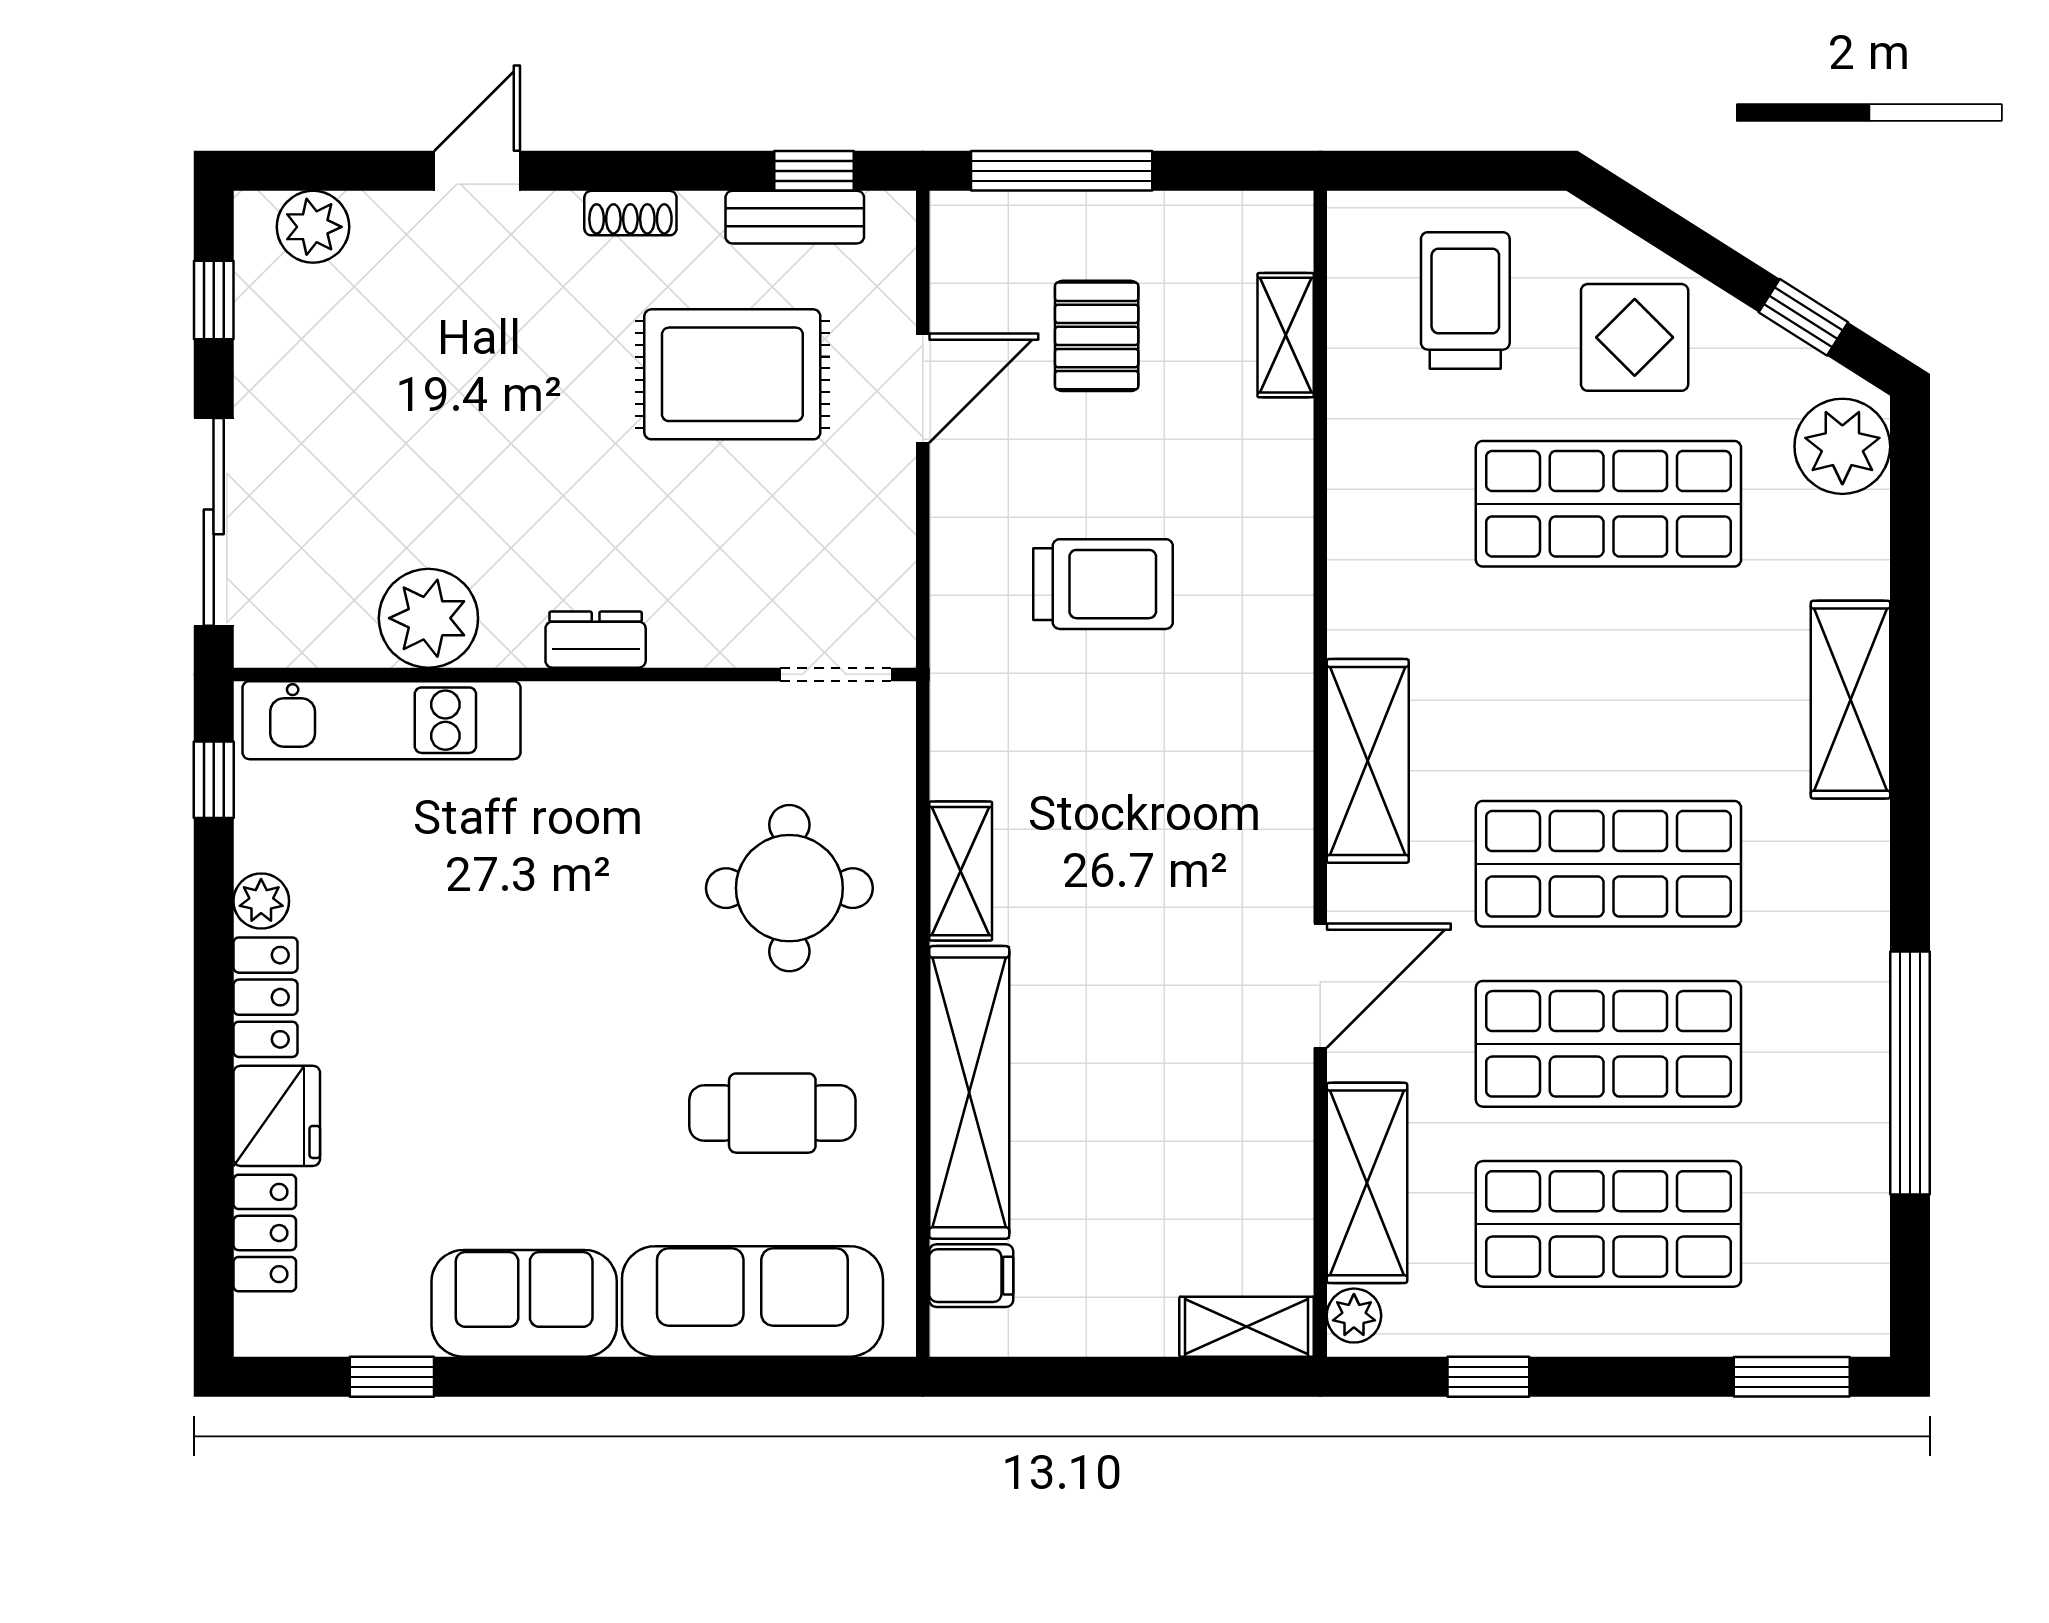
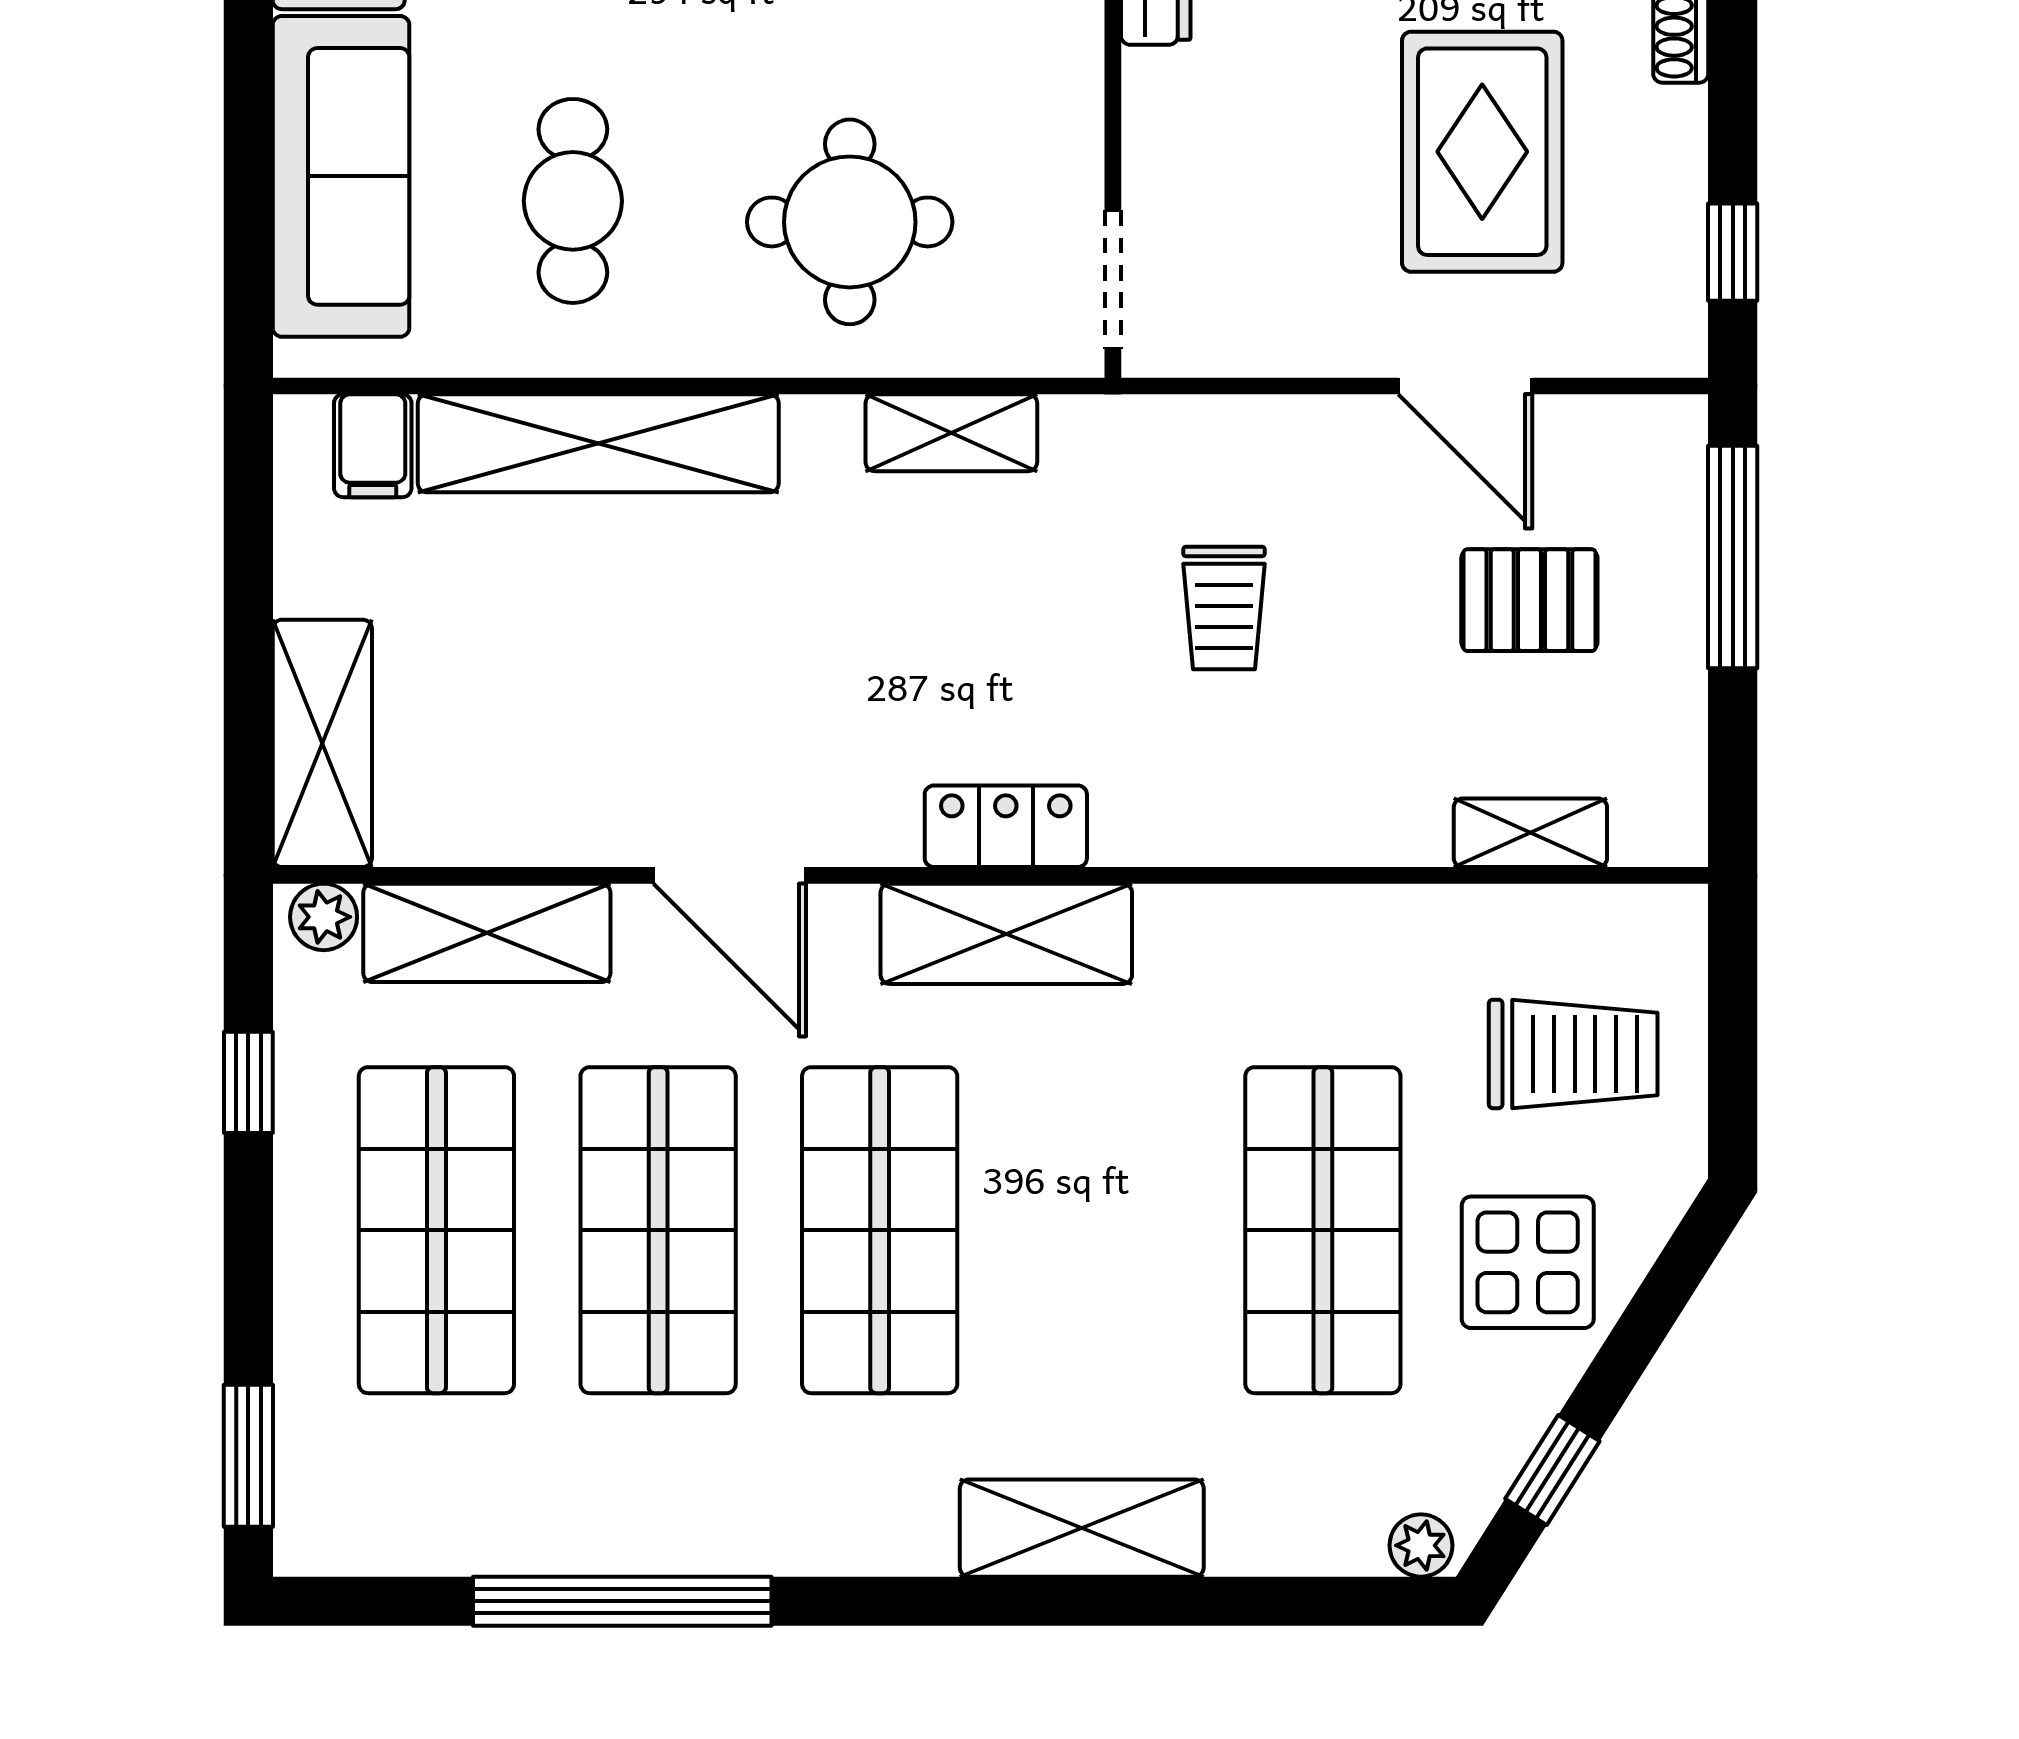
bench: (795, 217) -> (1676, 229), removed
plant: (1842, 446) -> (1421, 1545), width x0.53, depth x0.53
trolley: (1103, 584) -> (1224, 608), width x0.73, depth x0.72
locker: (1280, 761) -> (1006, 826), added
shelving: (961, 871) -> (951, 433), moved
shelving: (1247, 1327) -> (322, 743), width x1.50, depth x1.33

